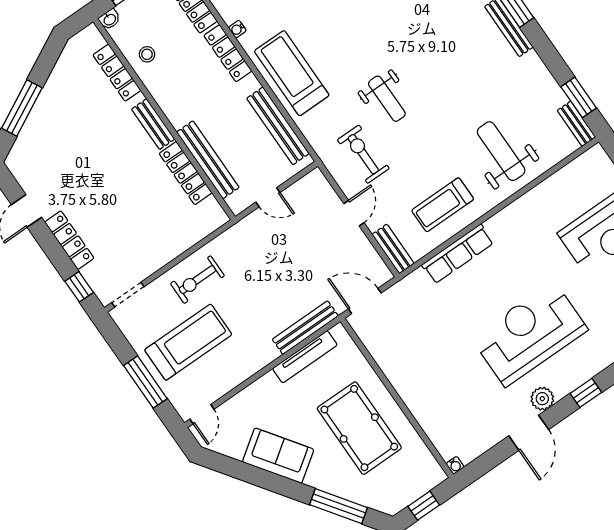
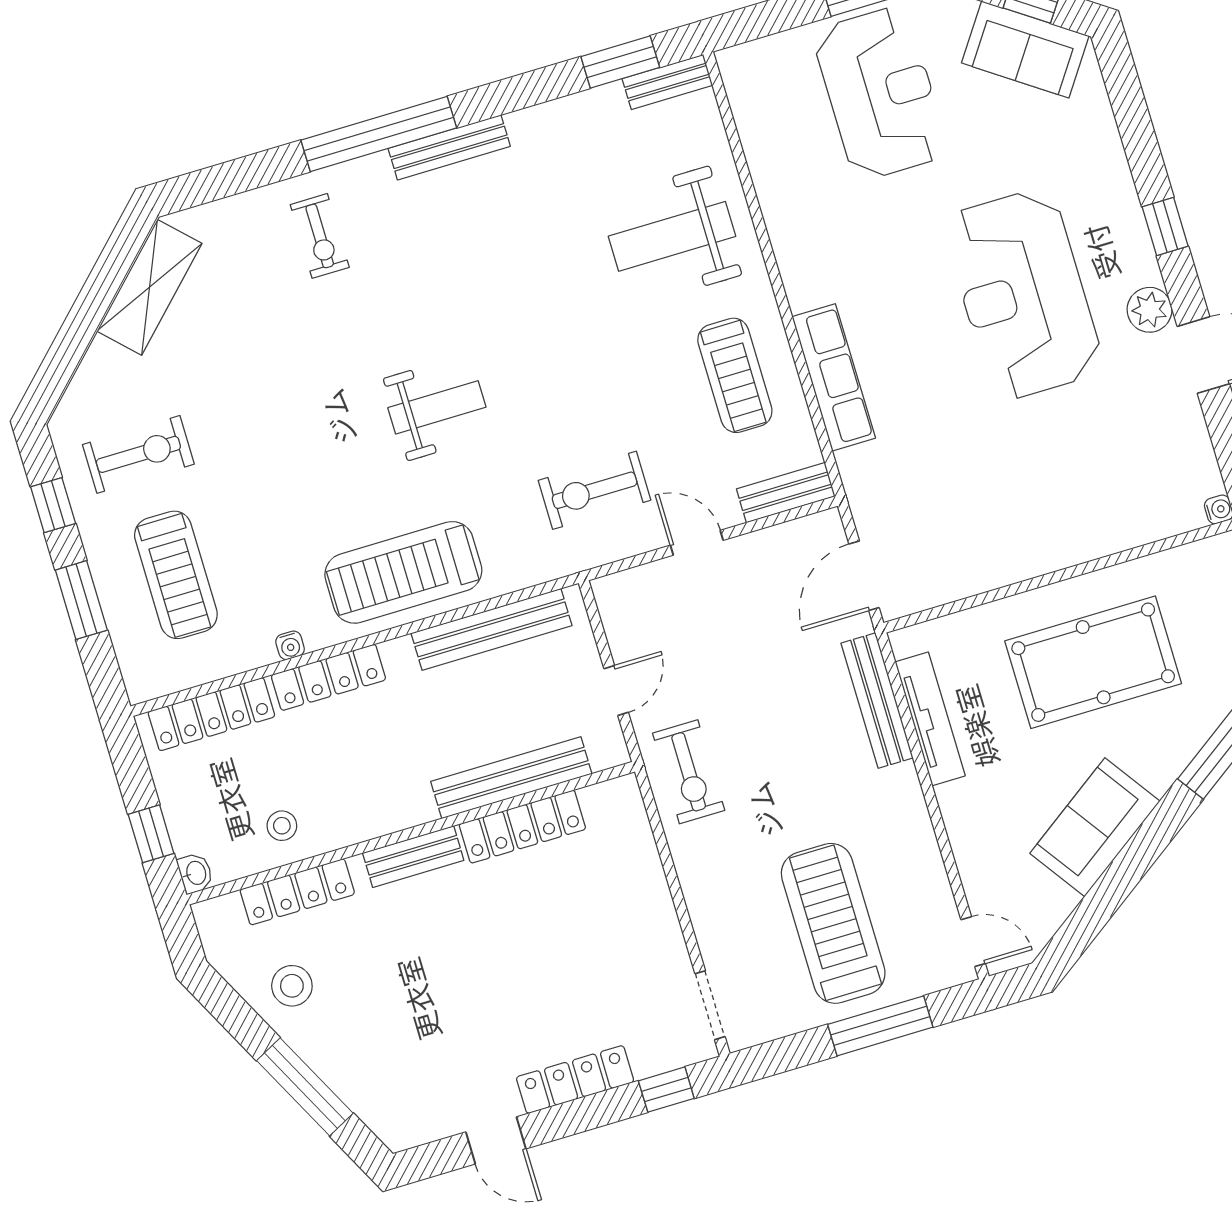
stool: (70, 85) -> (292, 986), added
weight bench: (387, 99) -> (437, 407), moved
exercise bike: (197, 280) -> (689, 772), moved

